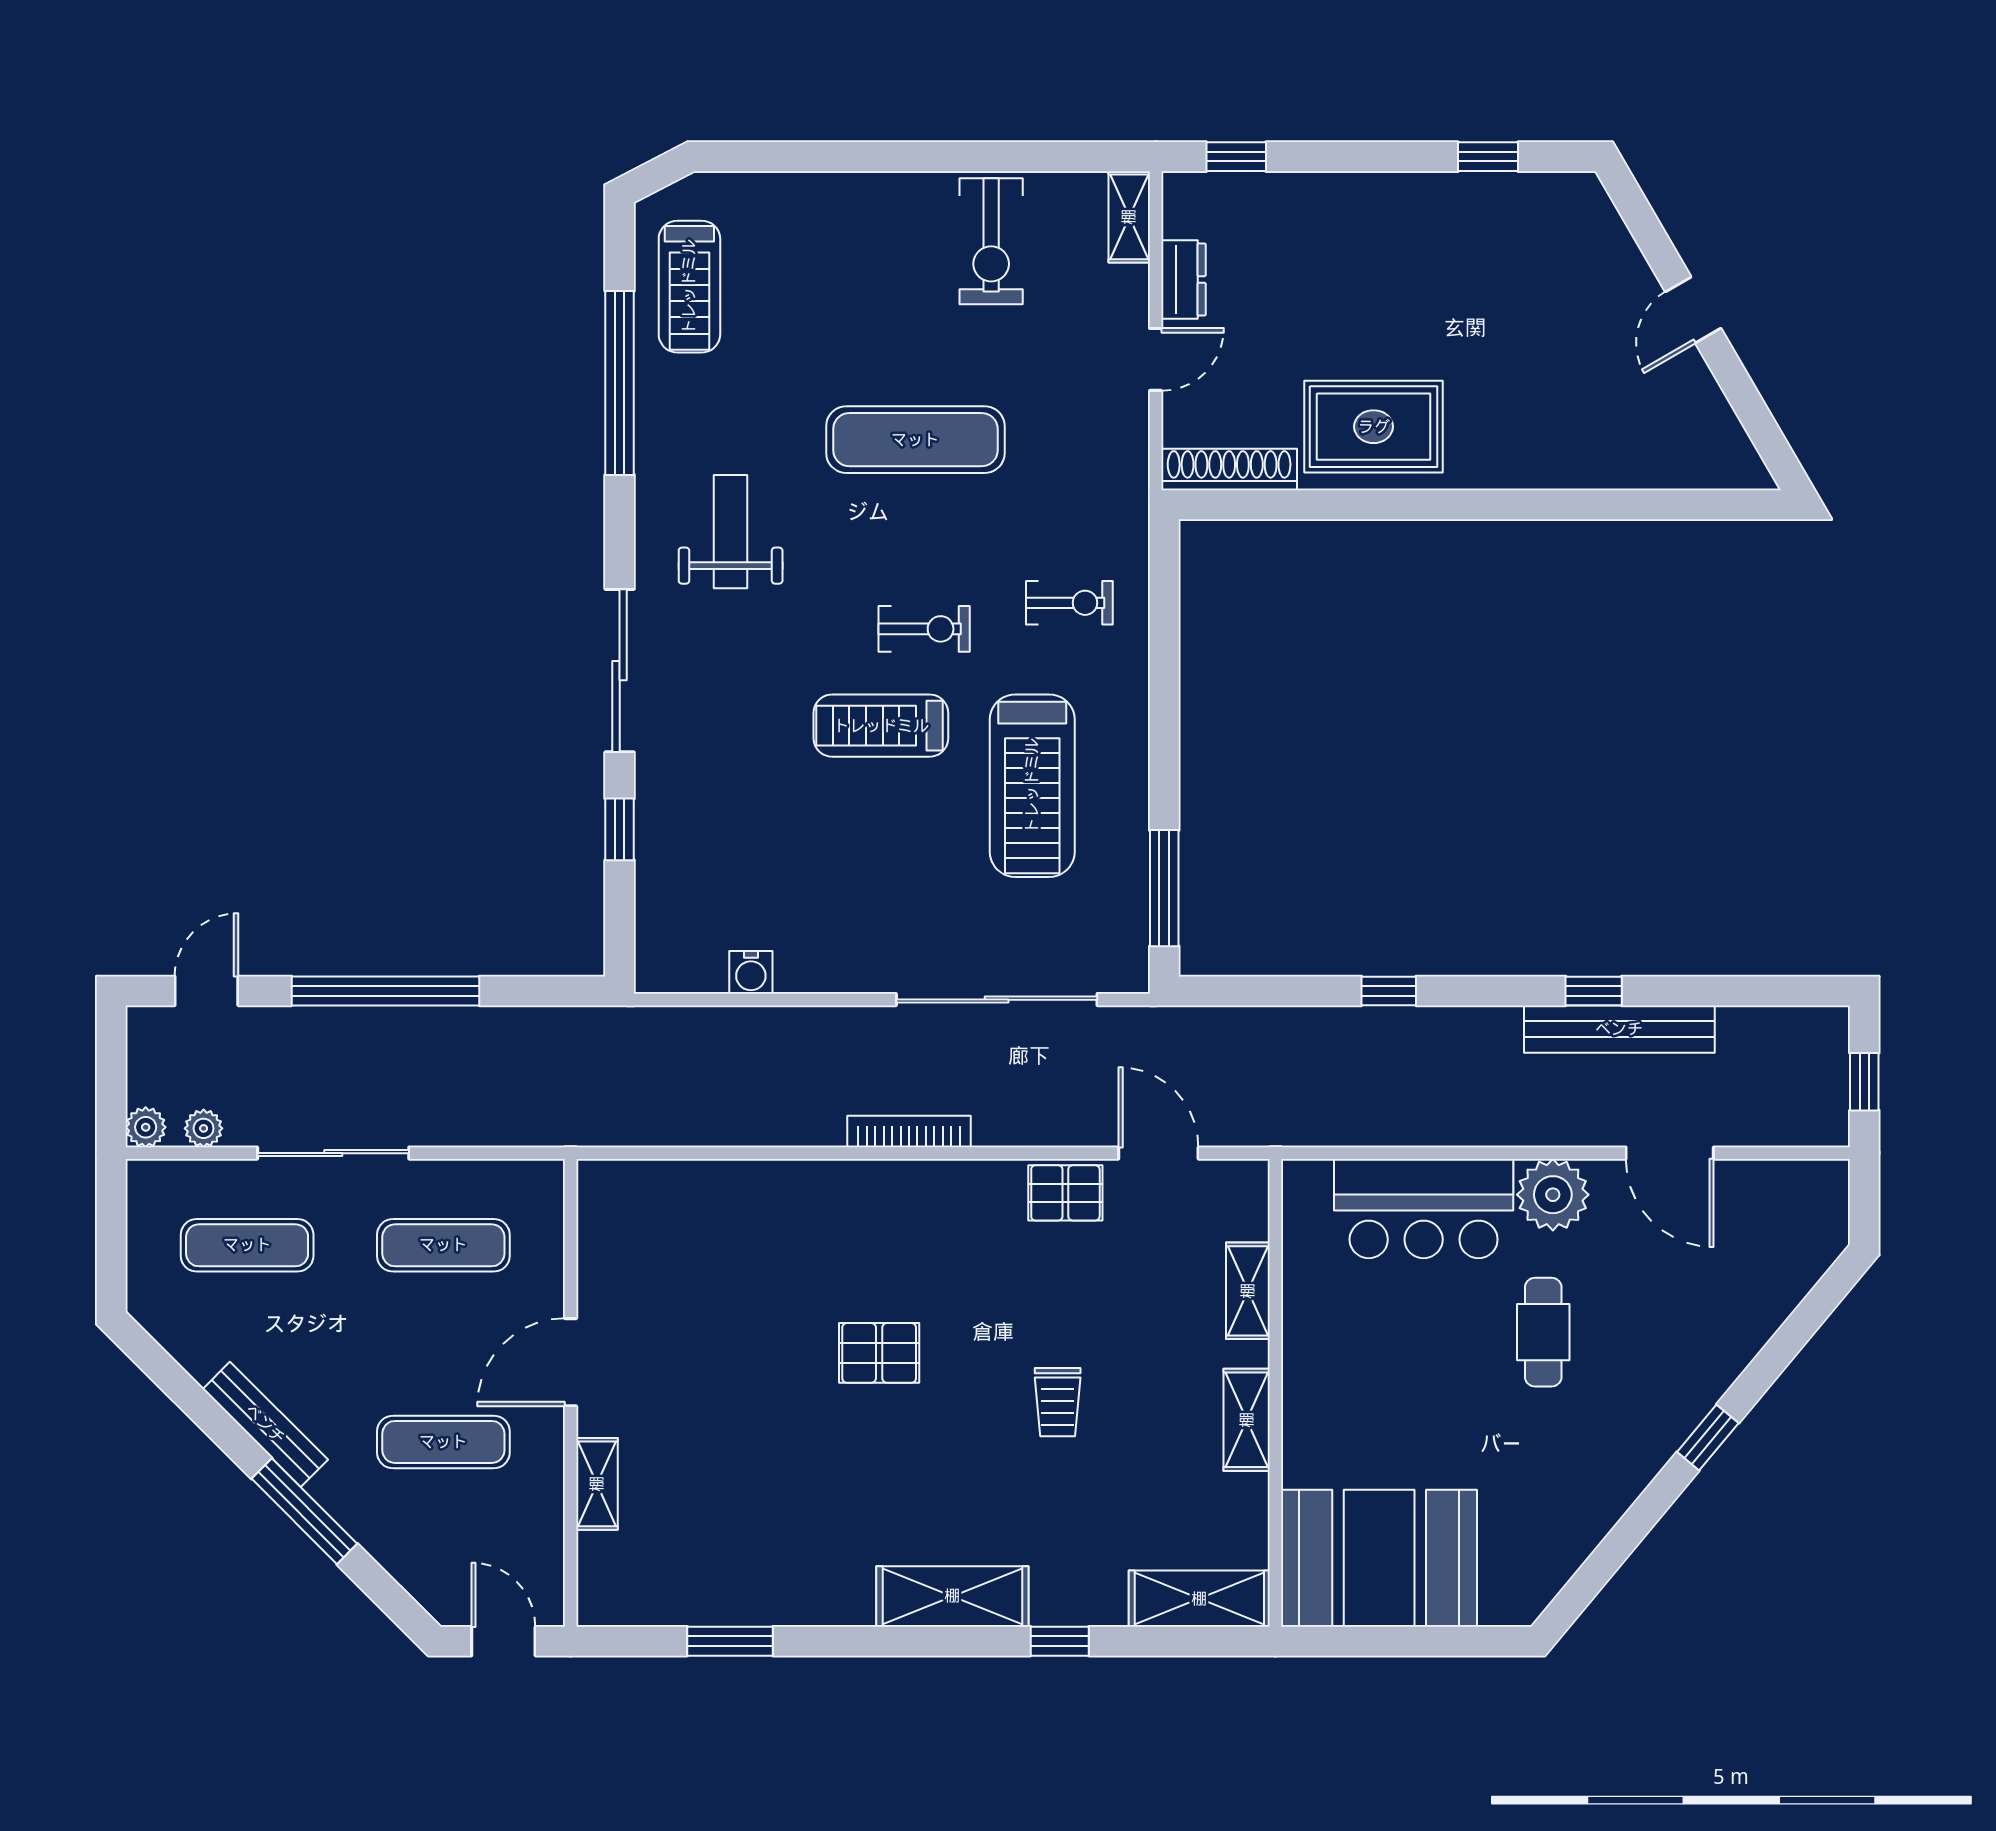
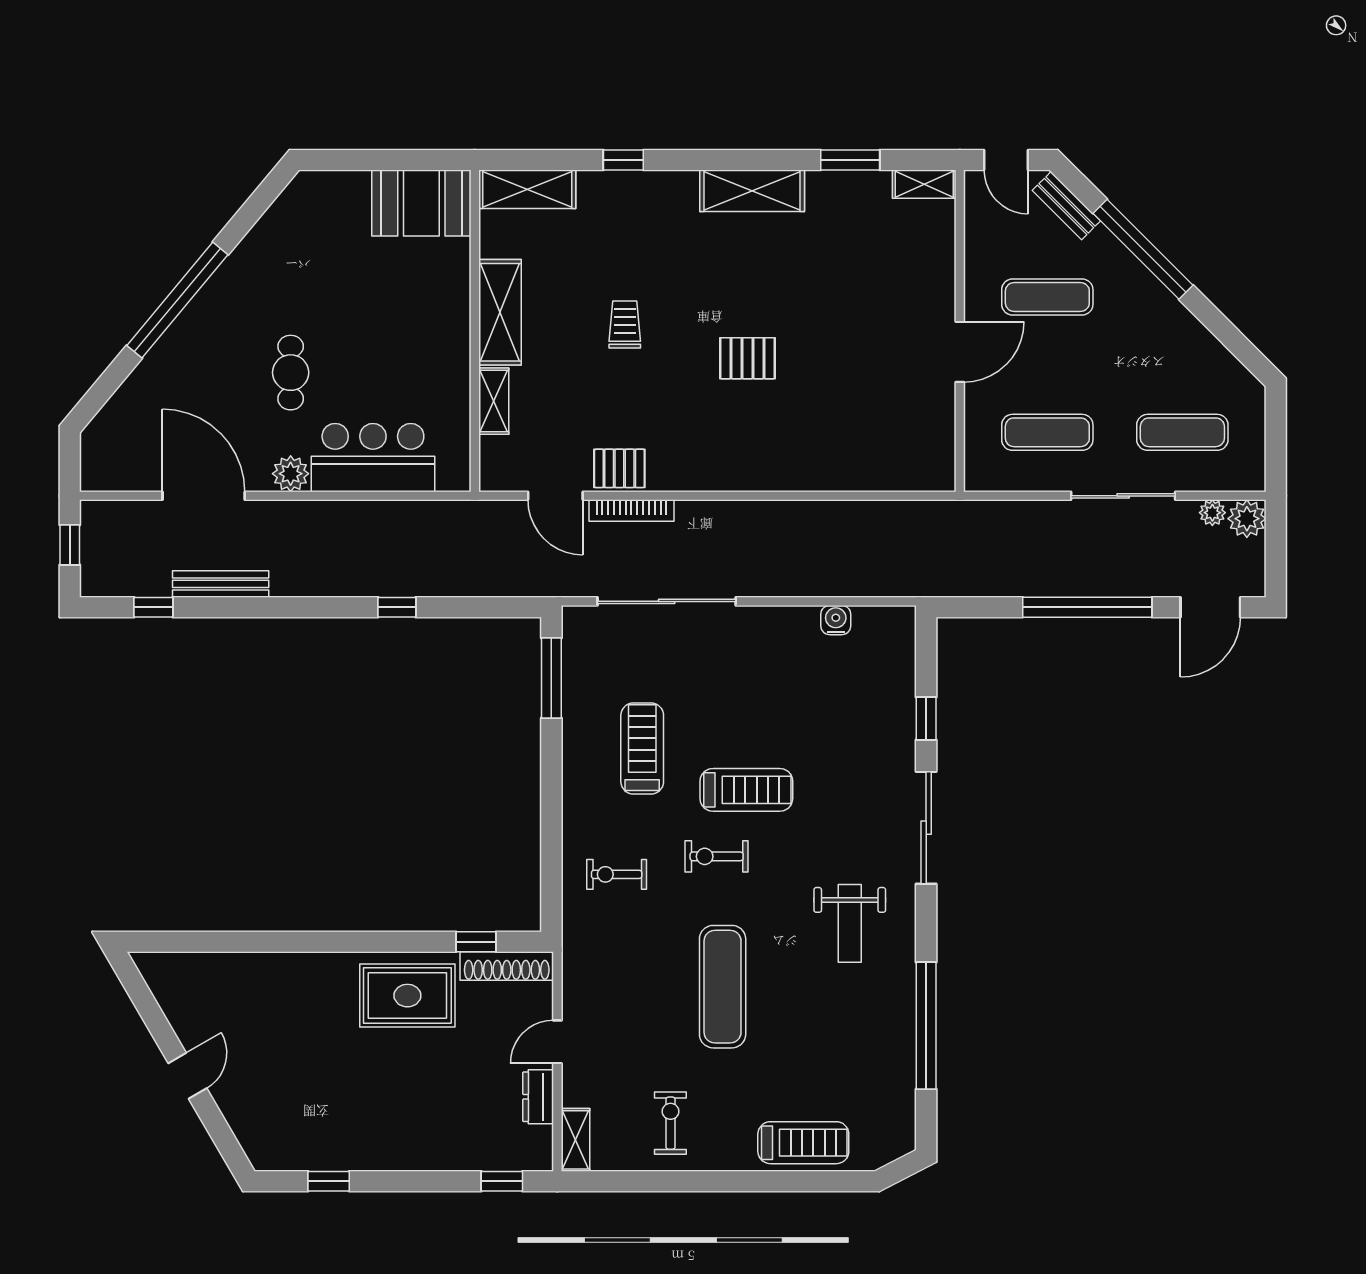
exercise bike: (991, 241) -> (670, 1123), width x0.73, depth x0.72
treadmill: (689, 287) -> (803, 1143), moved, turned 90
exercise mat: (915, 440) -> (723, 987), turned 90
window: (1274, 505) -> (476, 942), added
treadmill: (1032, 786) -> (642, 749), width x0.73, depth x0.73
door: (206, 991) -> (1210, 607), width x1.38
window: (1594, 991) -> (153, 607), moved
bench: (1619, 1029) -> (221, 584), width x0.73, depth x0.82
plant: (146, 1127) -> (1247, 519), width x1.38, depth x1.38
bookcase: (909, 1132) -> (631, 511), moved
door: (1670, 1153) -> (204, 496), width x1.36
plant: (1553, 1195) -> (291, 474), width x0.73, depth x0.73
shelving: (1247, 1420) -> (500, 312), width x1.50, depth x1.33
bench: (265, 1424) -> (1066, 206), moved, width x0.73
window: (1708, 1437) -> (177, 300), width x3.17
shelving: (597, 1484) -> (924, 184), moved, turned 90
window: (304, 1511) -> (1143, 249), width x1.46
booth: (1379, 1558) -> (421, 203), width x0.73, depth x0.70
shelving: (952, 1596) -> (752, 191), moved

